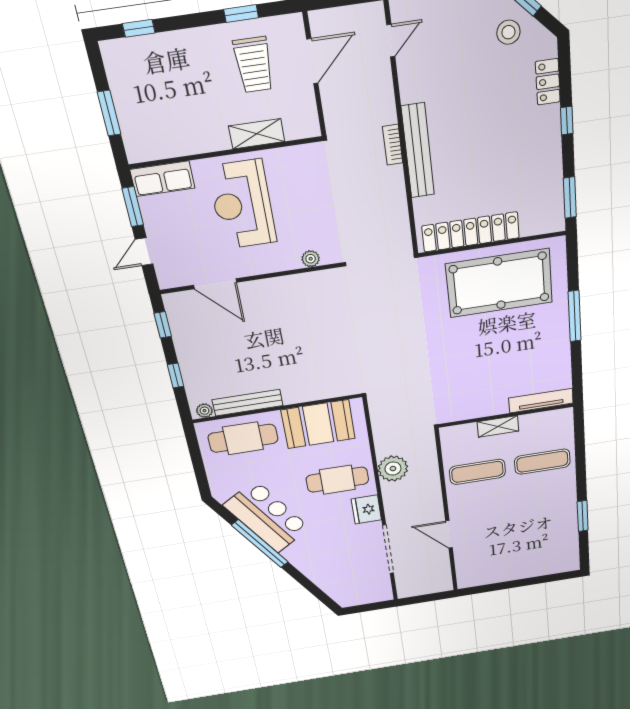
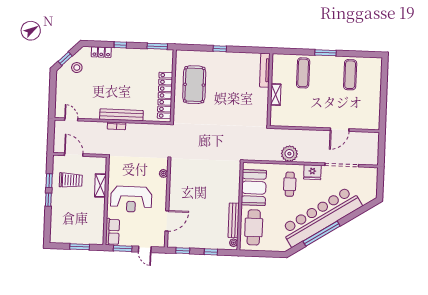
window: (139, 28) -> (48, 200), moved
pool table: (499, 283) -> (194, 85), width x0.73, depth x0.76
window: (575, 316) -> (220, 49), width x0.46
exercise mat: (477, 472) -> (350, 75), moved
cafe table: (337, 480) -> (290, 184), width x0.73, depth x0.74
window: (583, 516) -> (326, 53), moved
bar counter: (267, 517) -> (321, 216), width x1.86

